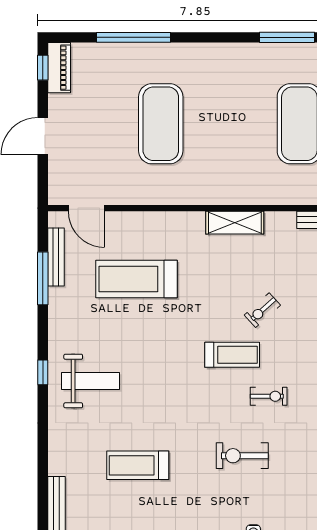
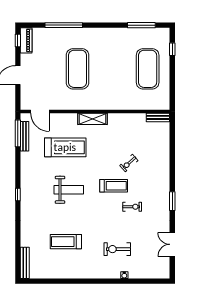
shelving: (235, 223) -> (93, 119), moved
window: (43, 278) -> (18, 133), moved
treadmill: (136, 279) -> (65, 147), turned 180
weight bench: (91, 381) -> (69, 190), moved
exercise bike: (242, 456) -> (117, 249), moved

